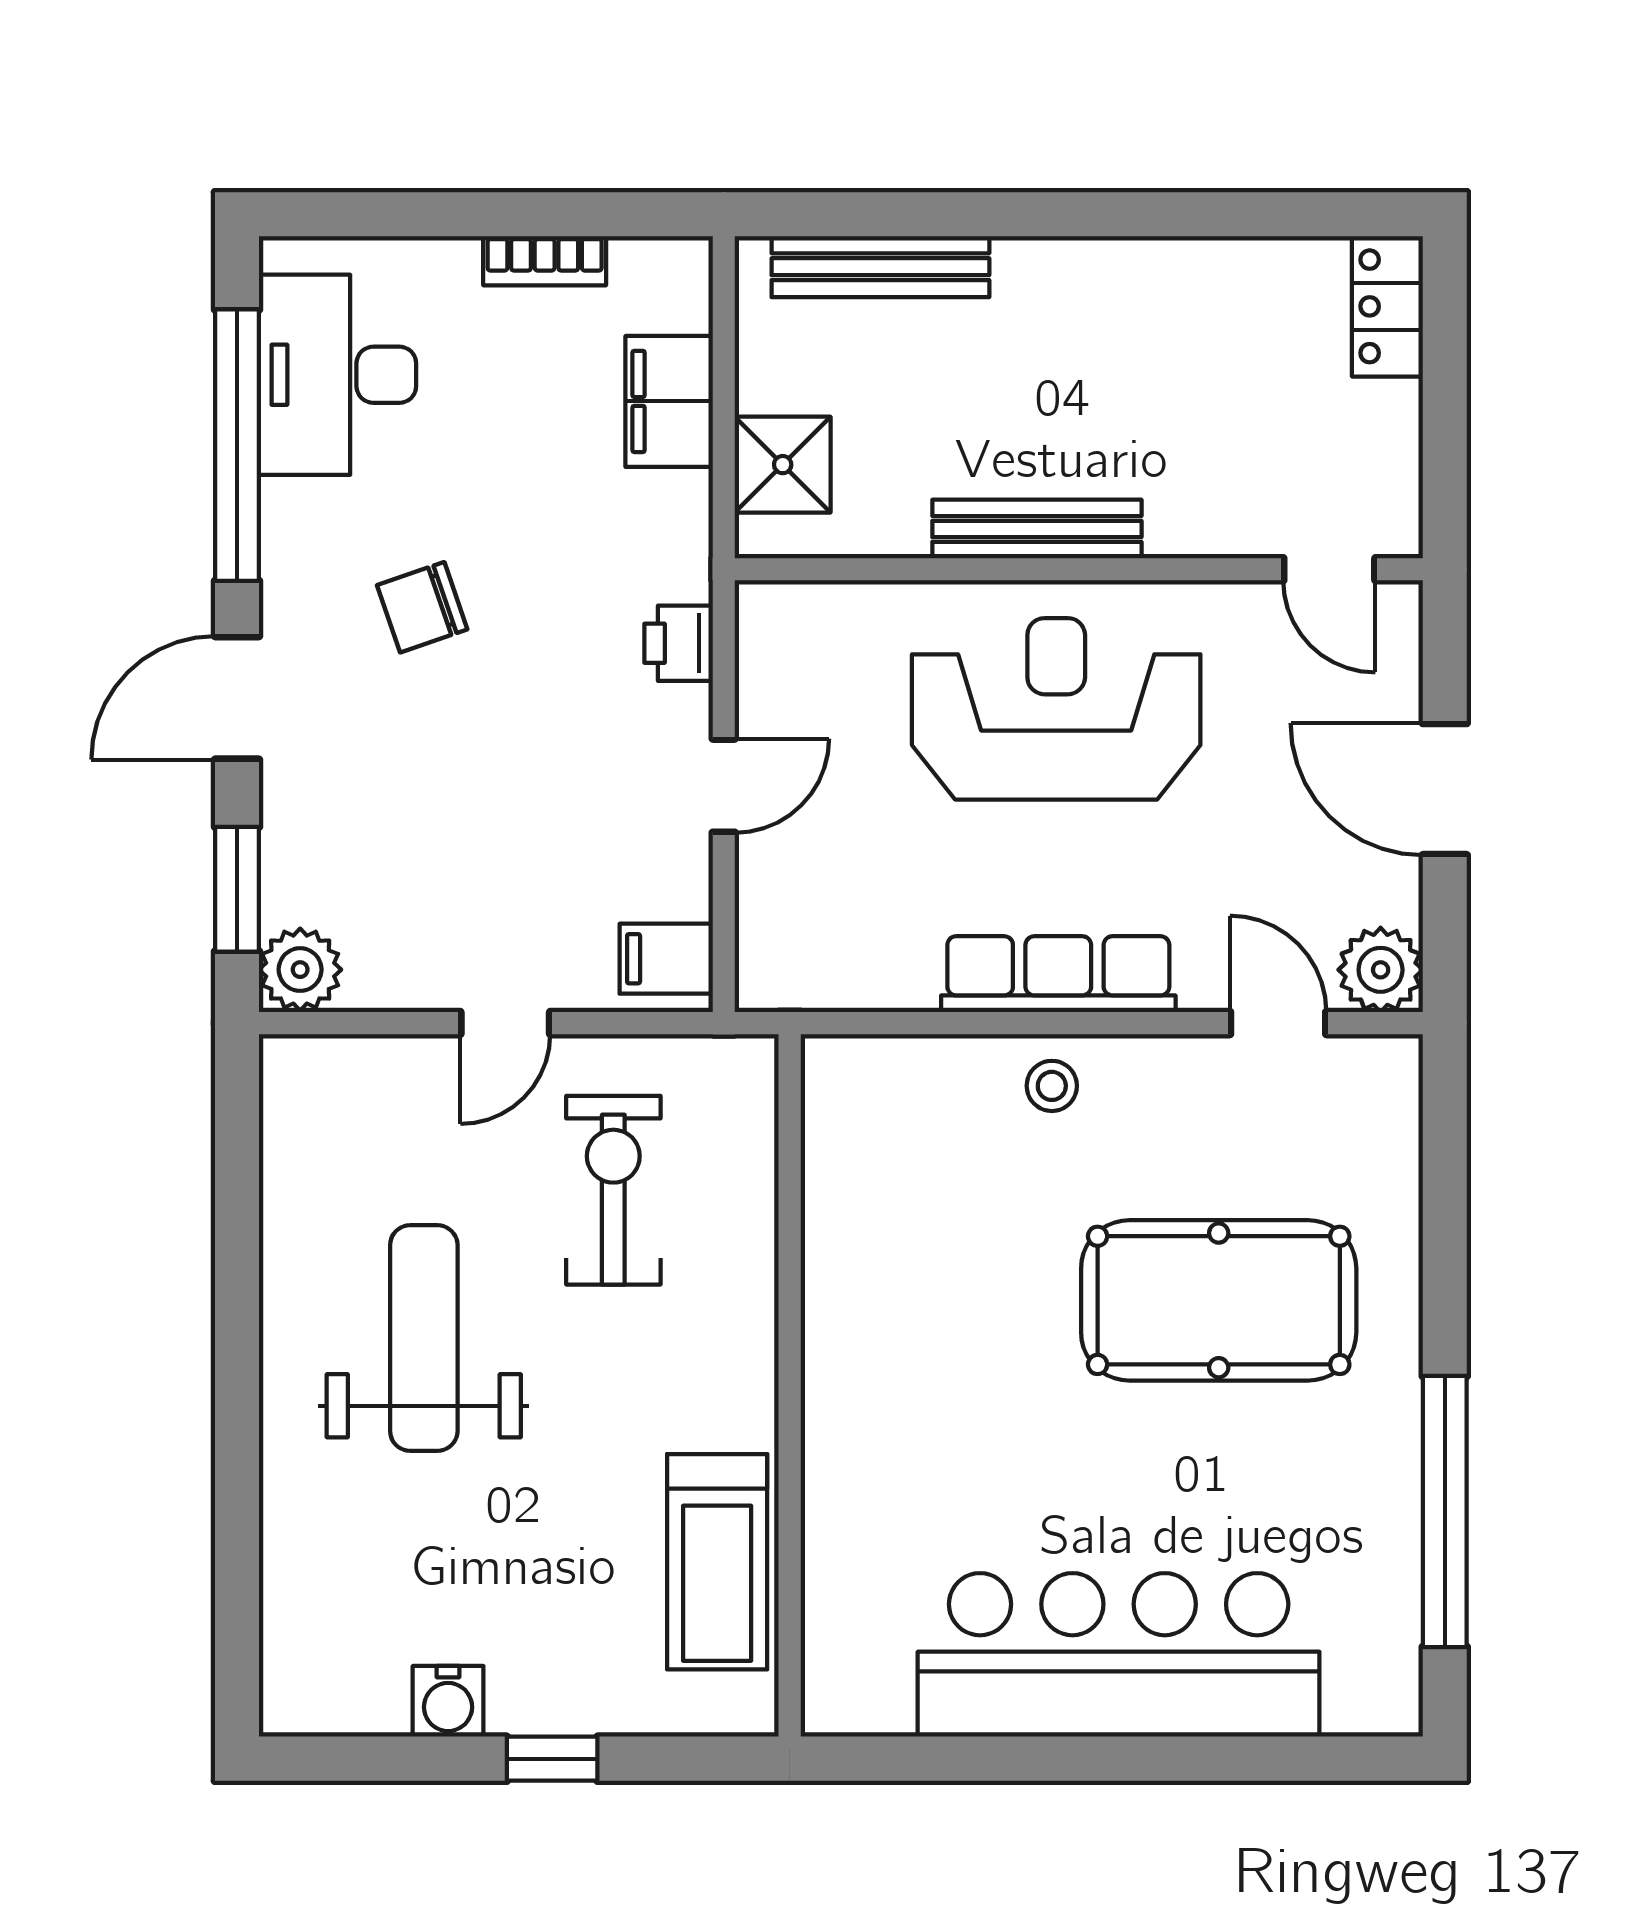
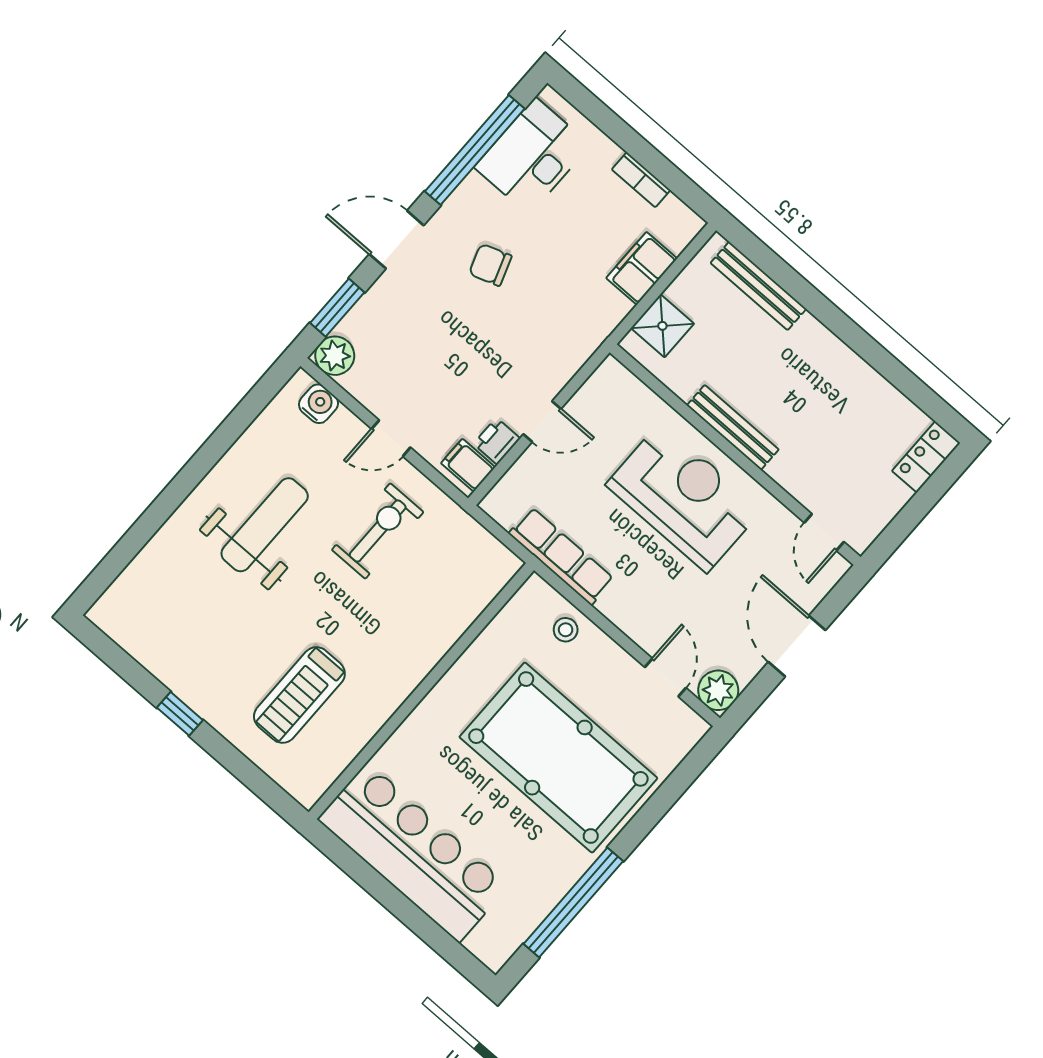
printer: (679, 643) -> (497, 441), moved
row of seats: (1058, 974) -> (561, 556), moved
pool table: (1219, 1300) -> (558, 758), width x1.36, depth x1.32
wall: (790, 1385) -> (421, 691), moved
water cooler: (448, 1701) -> (318, 404), moved, turned 180

